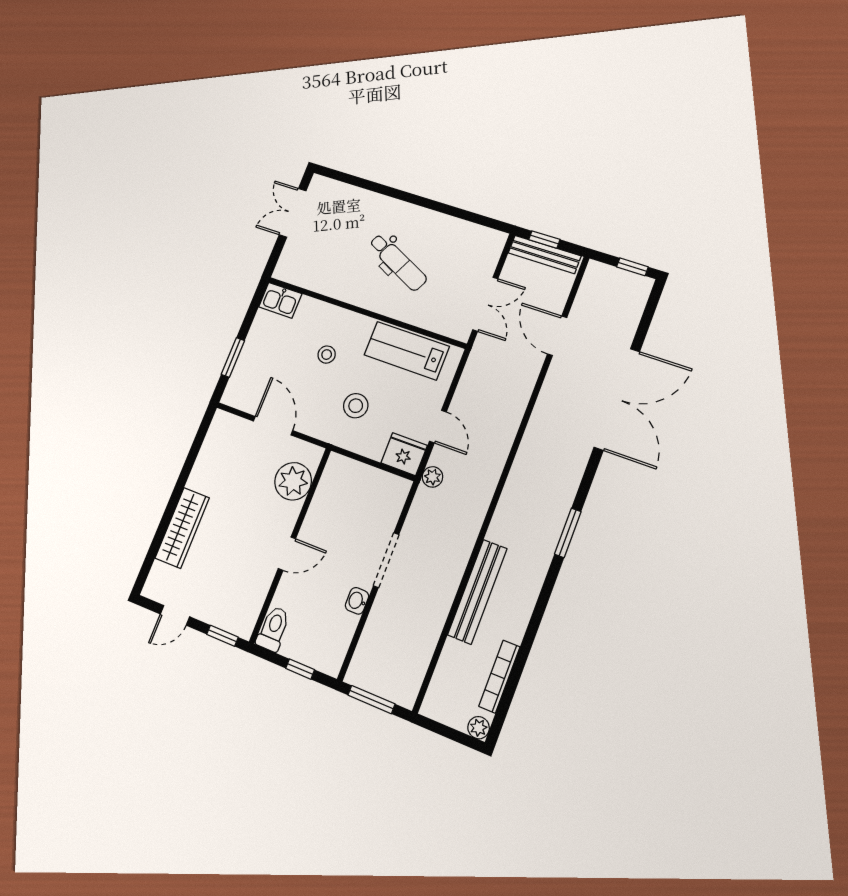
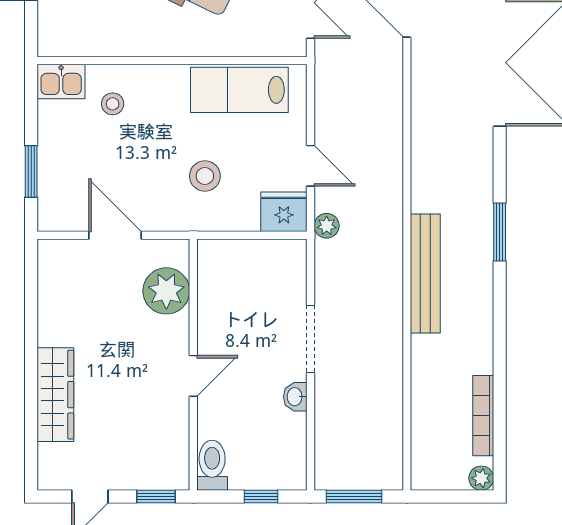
stool: (327, 355) -> (113, 104), moved
bench: (477, 592) -> (425, 273), moved

